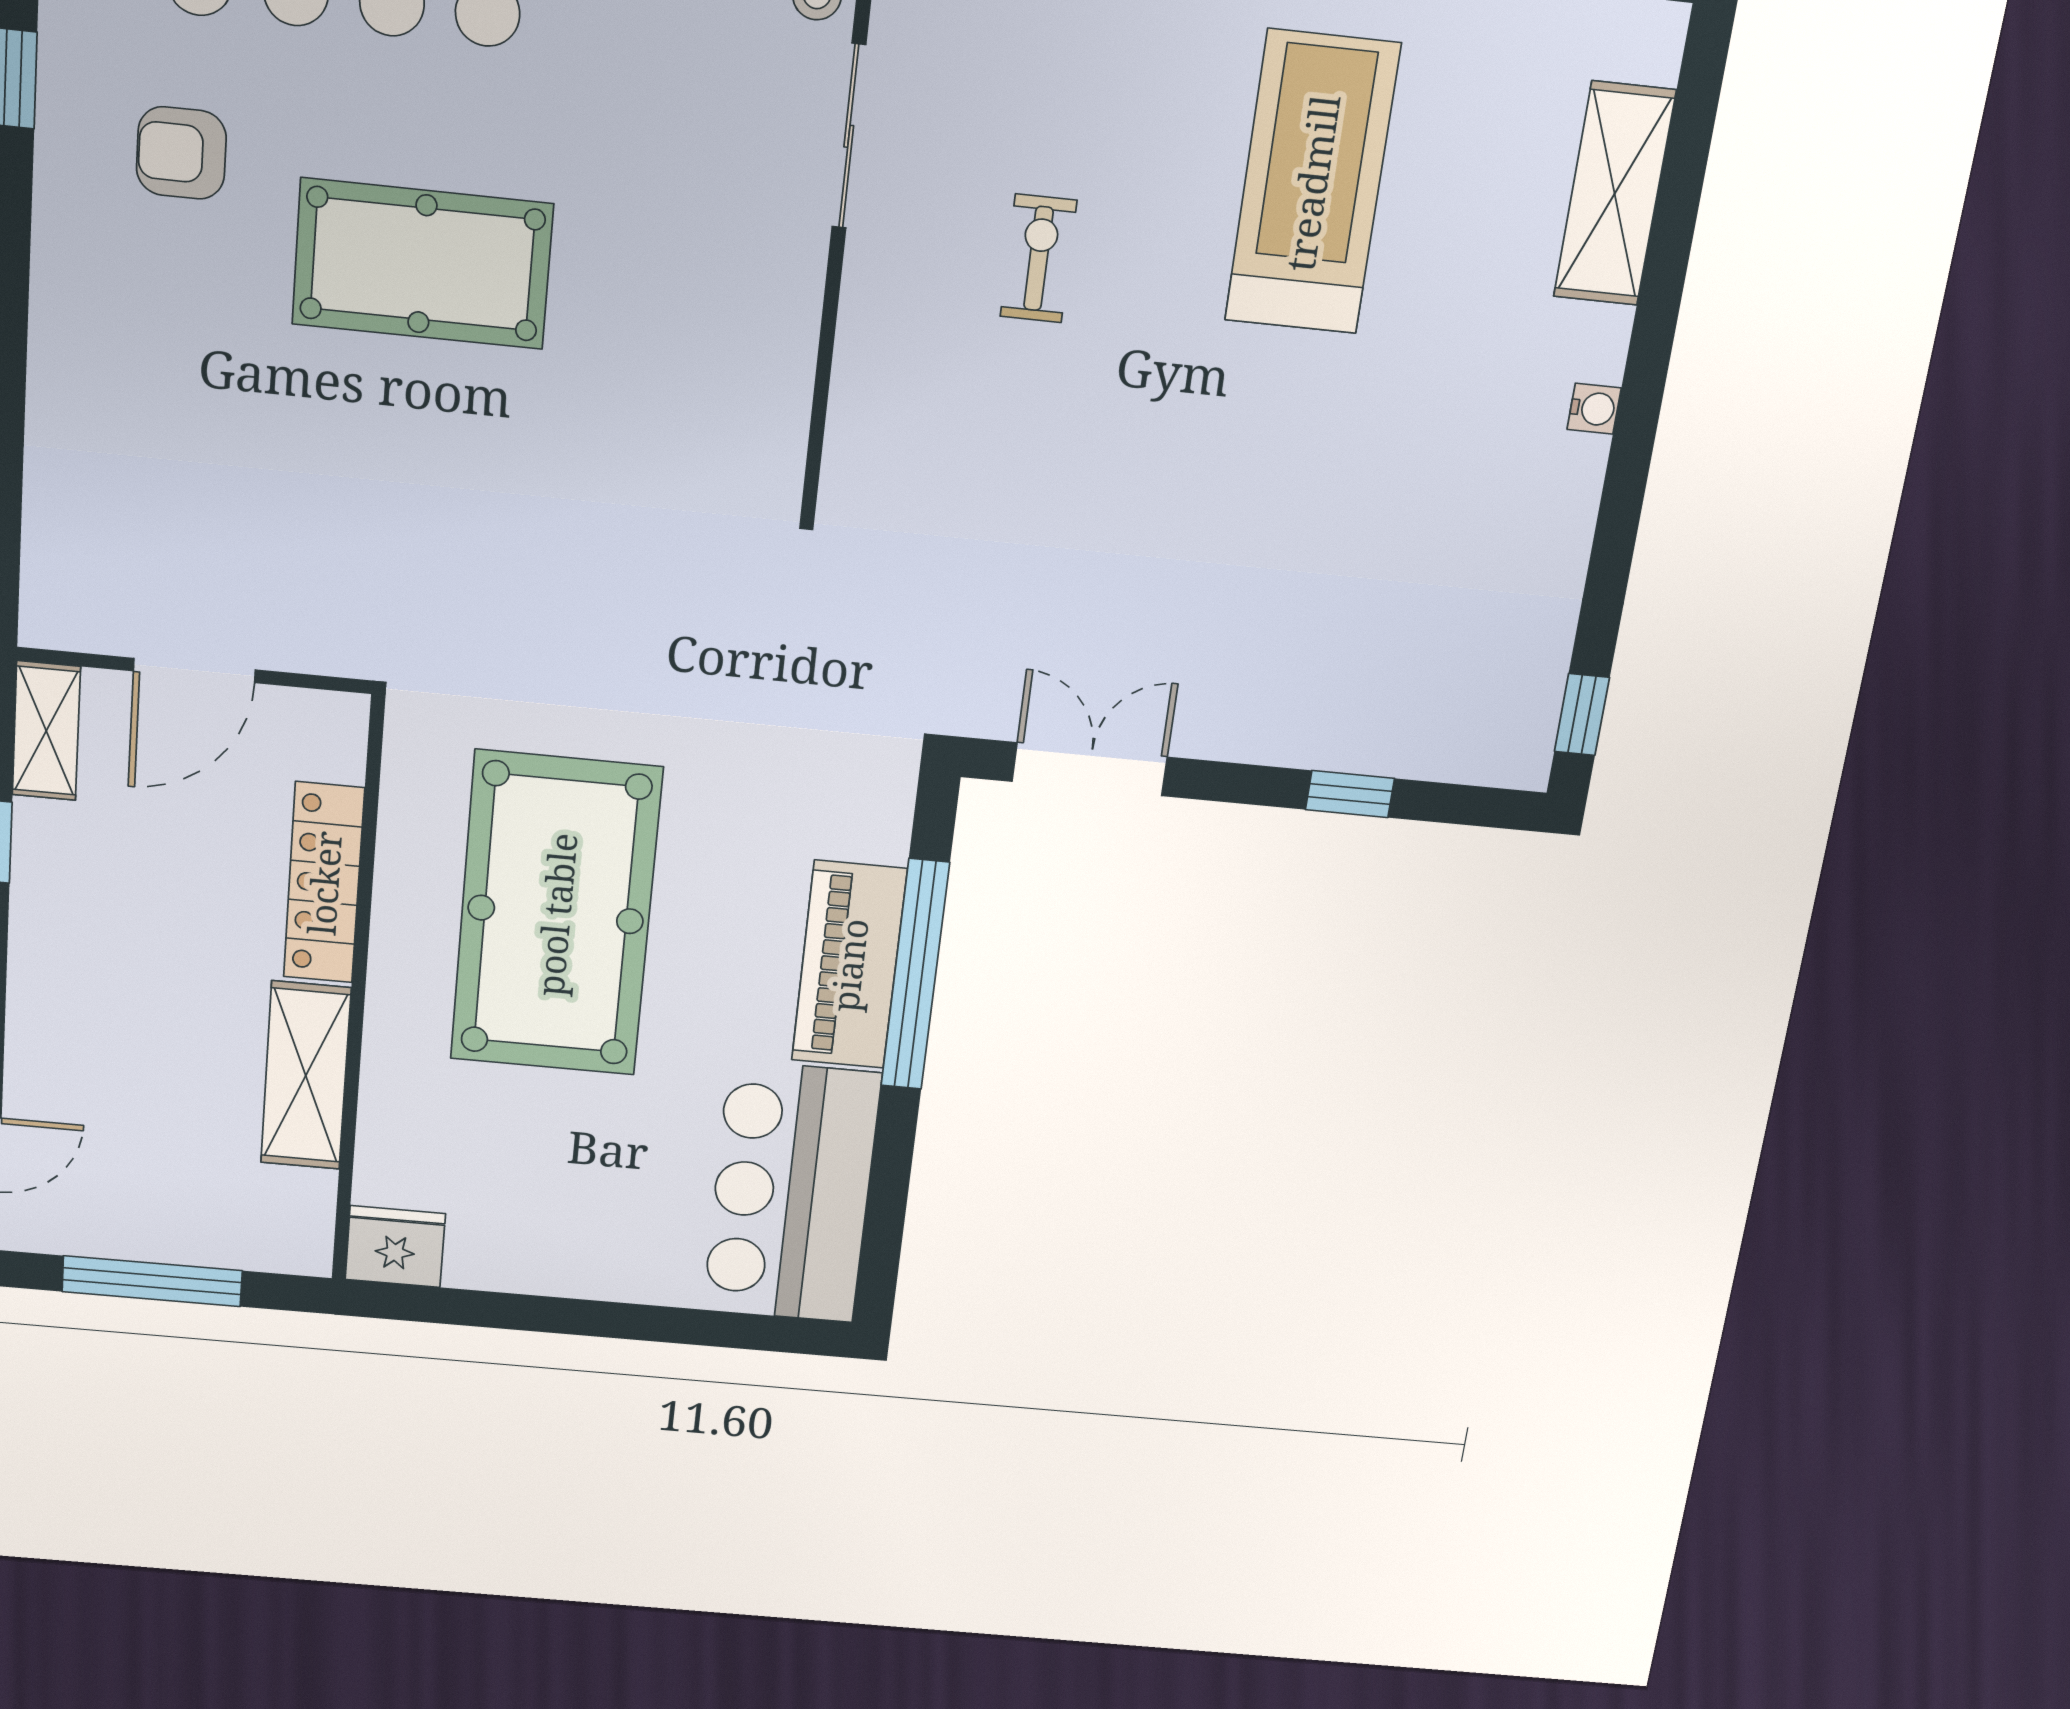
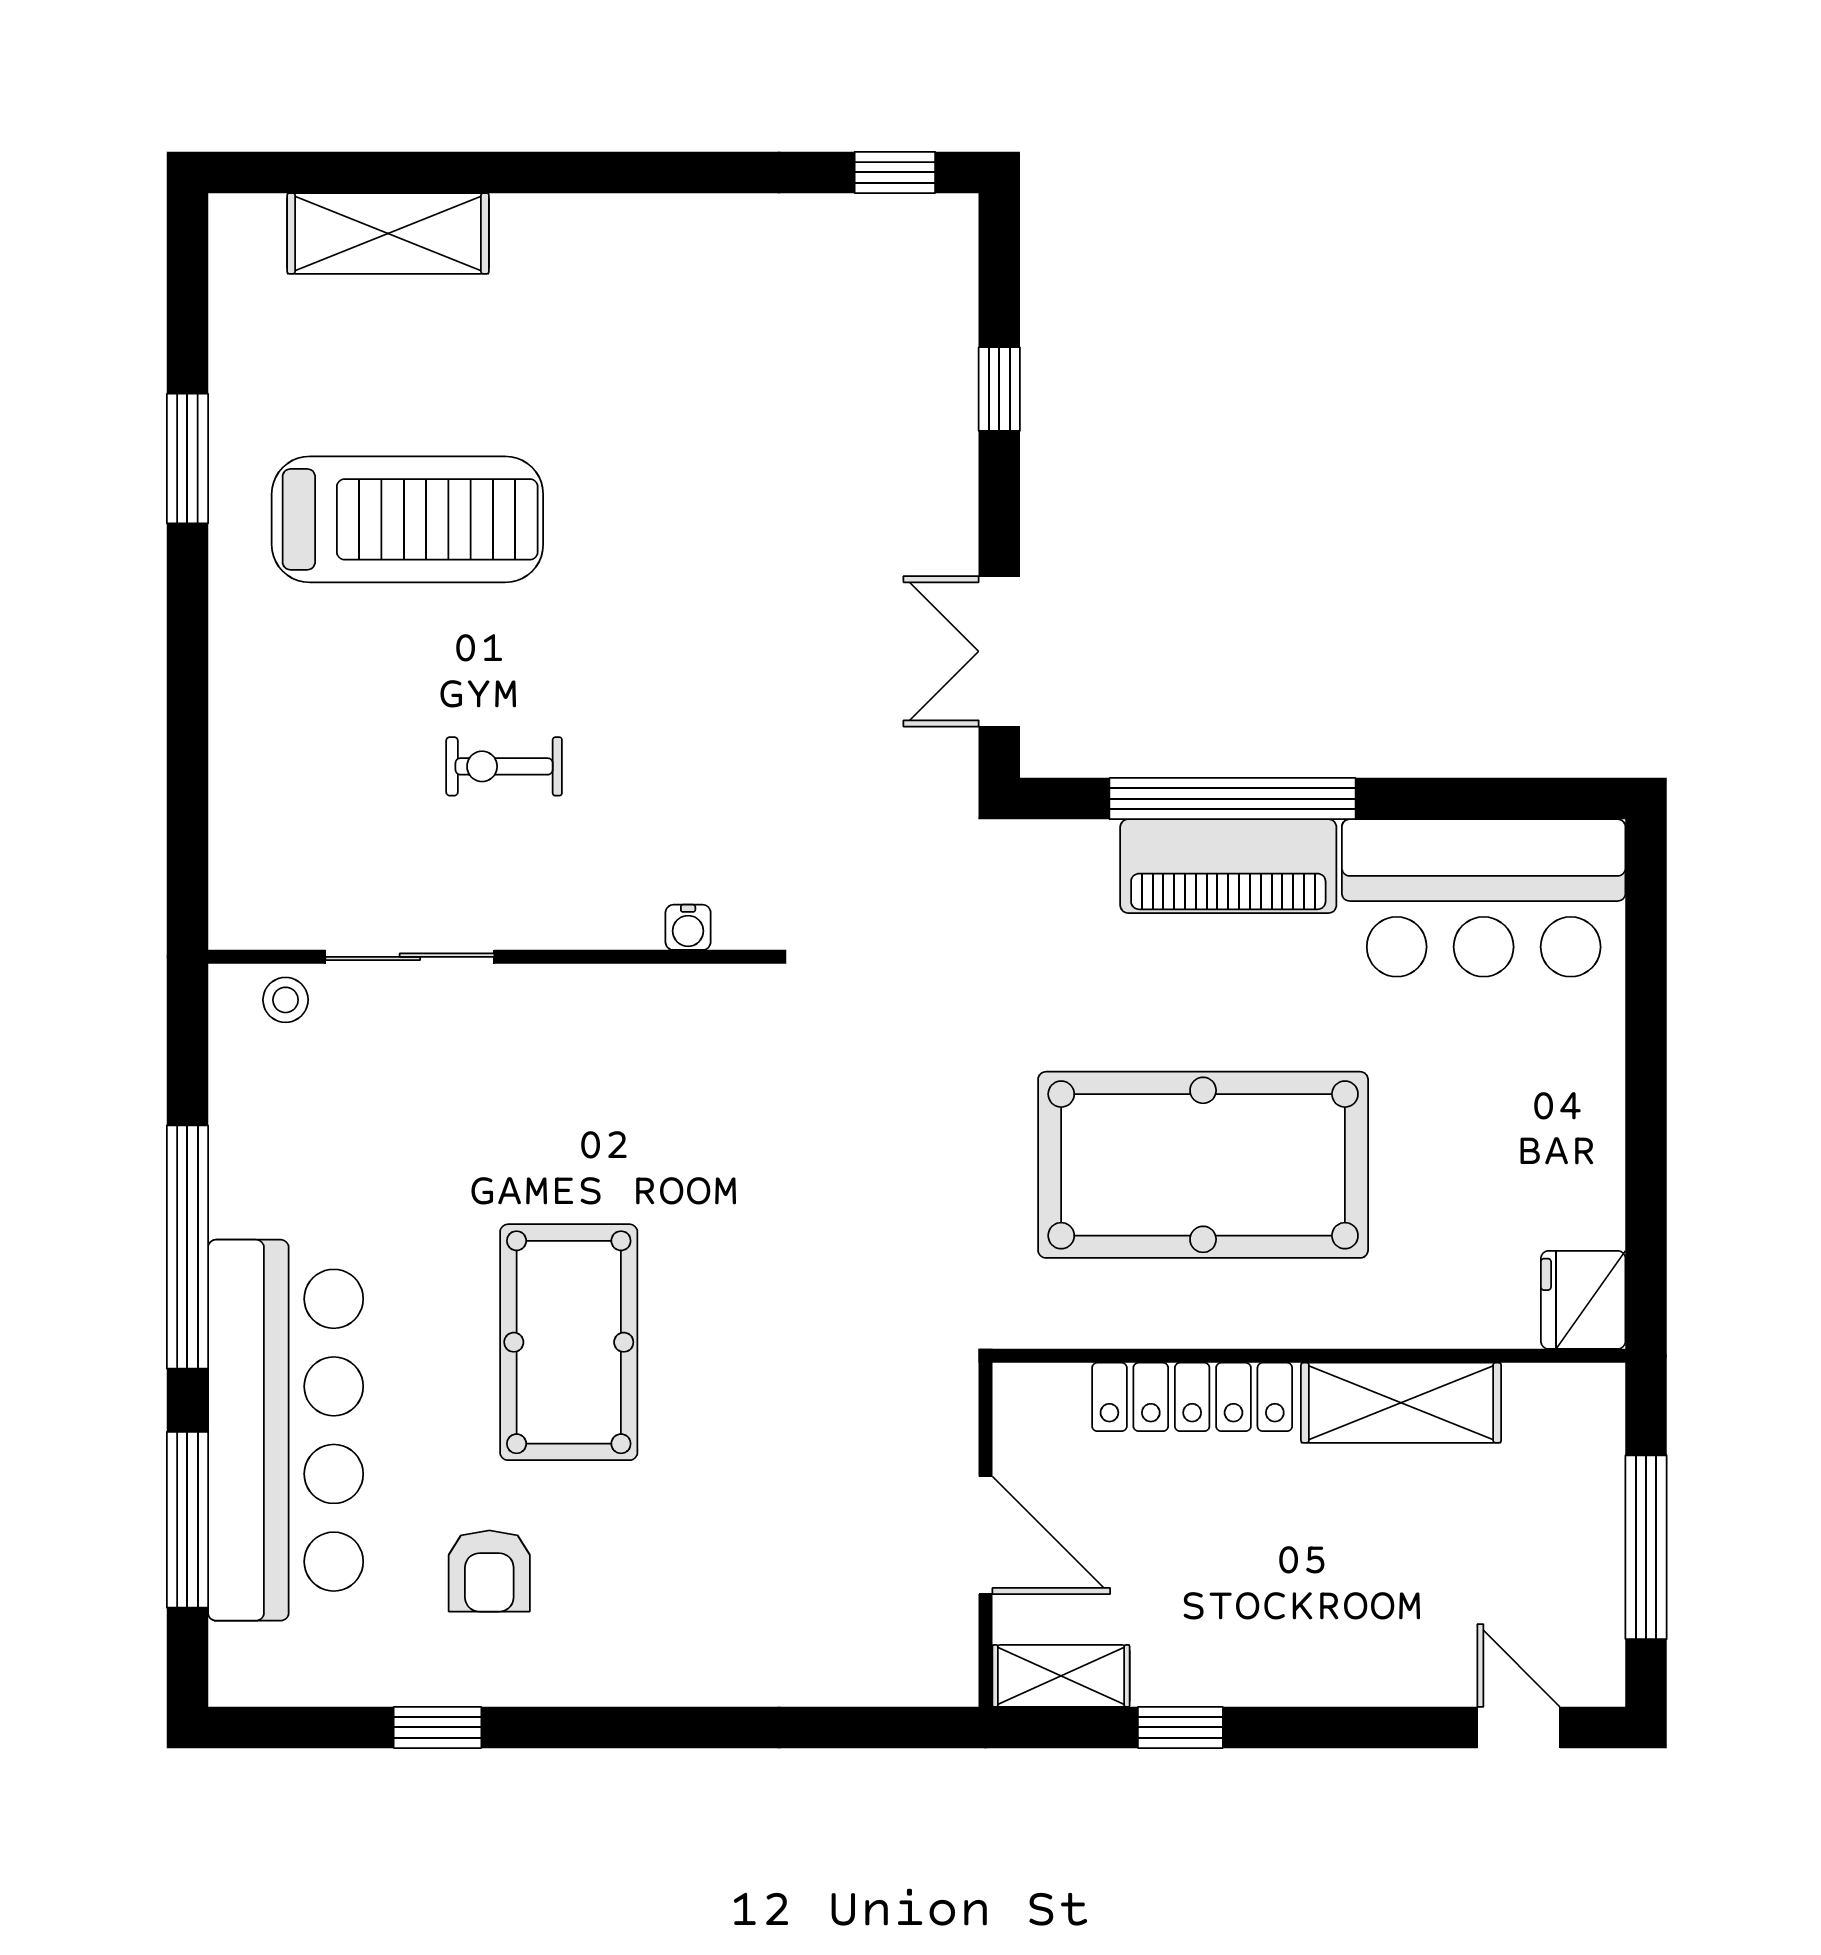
treadmill: (1312, 183) -> (407, 519), turned 180
water cooler: (1594, 409) -> (688, 927), moved, turned 180

